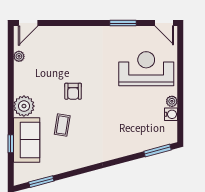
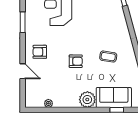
door: (28, 23) -> (23, 71), moved
armchair: (85, 45) -> (40, 52), added
coffee table: (62, 125) -> (108, 57), moved

